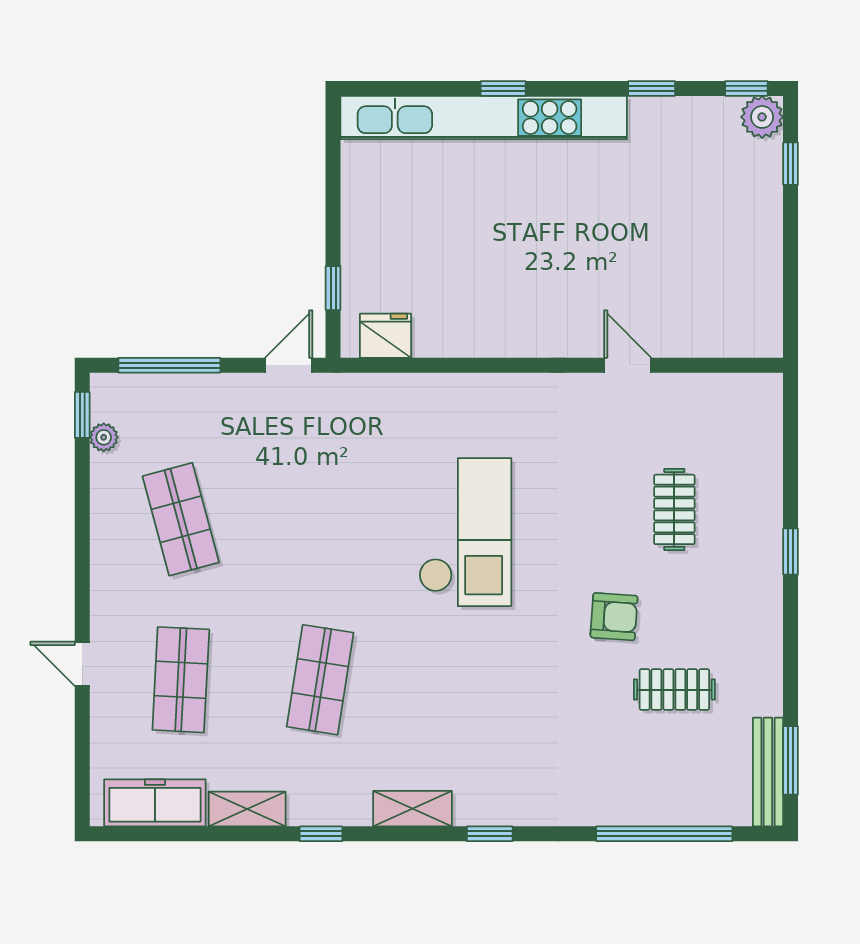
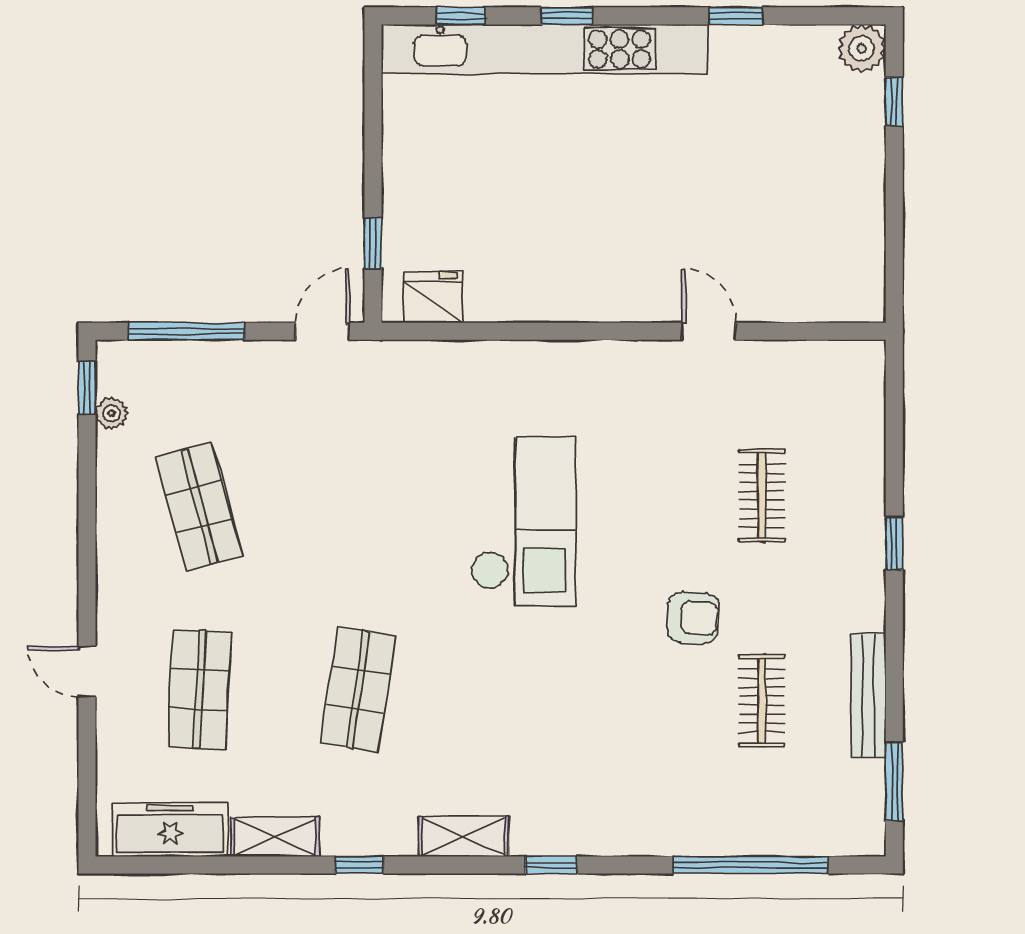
window: (746, 88) -> (461, 16), moved
clothes rail: (674, 690) -> (762, 701), turned 90
bench: (768, 772) -> (868, 696), moved

